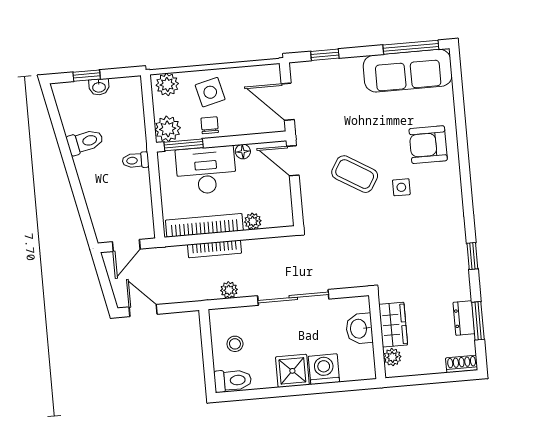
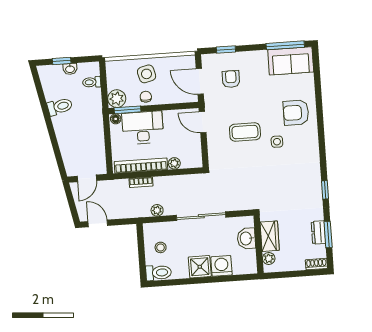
sofa: (408, 71) -> (291, 61), width x0.73
plant: (167, 84) -> (117, 68), removed
armchair: (333, 98) -> (231, 79), added
floor lamp: (243, 152) -> (116, 119), moved
toilet: (136, 160) -> (92, 82), moved
coffee table: (355, 174) -> (245, 132), turned -31
bookcase: (214, 249) -> (141, 182), width x0.64

